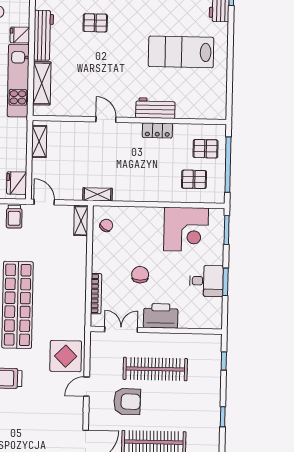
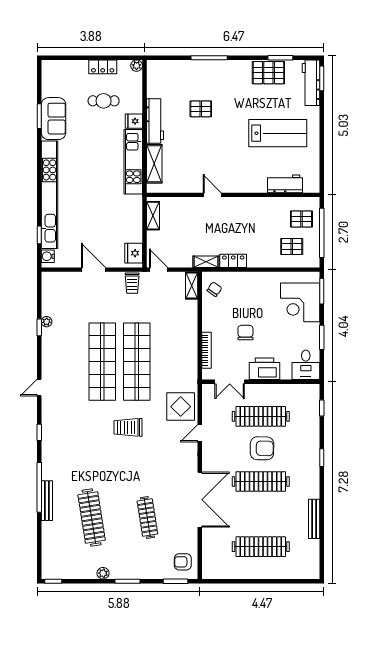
lab bench: (181, 52) -> (278, 133), turned 180
workbench: (155, 108) -> (285, 184), moved
locker: (157, 130) -> (233, 261), moved, turned 180
corner desk: (186, 229) -> (300, 302), moved, turned 90
desk: (206, 281) -> (306, 365), moved, turned 90
double door: (121, 330) -> (230, 382), swing flipped
armchair: (127, 401) -> (262, 448), moved

